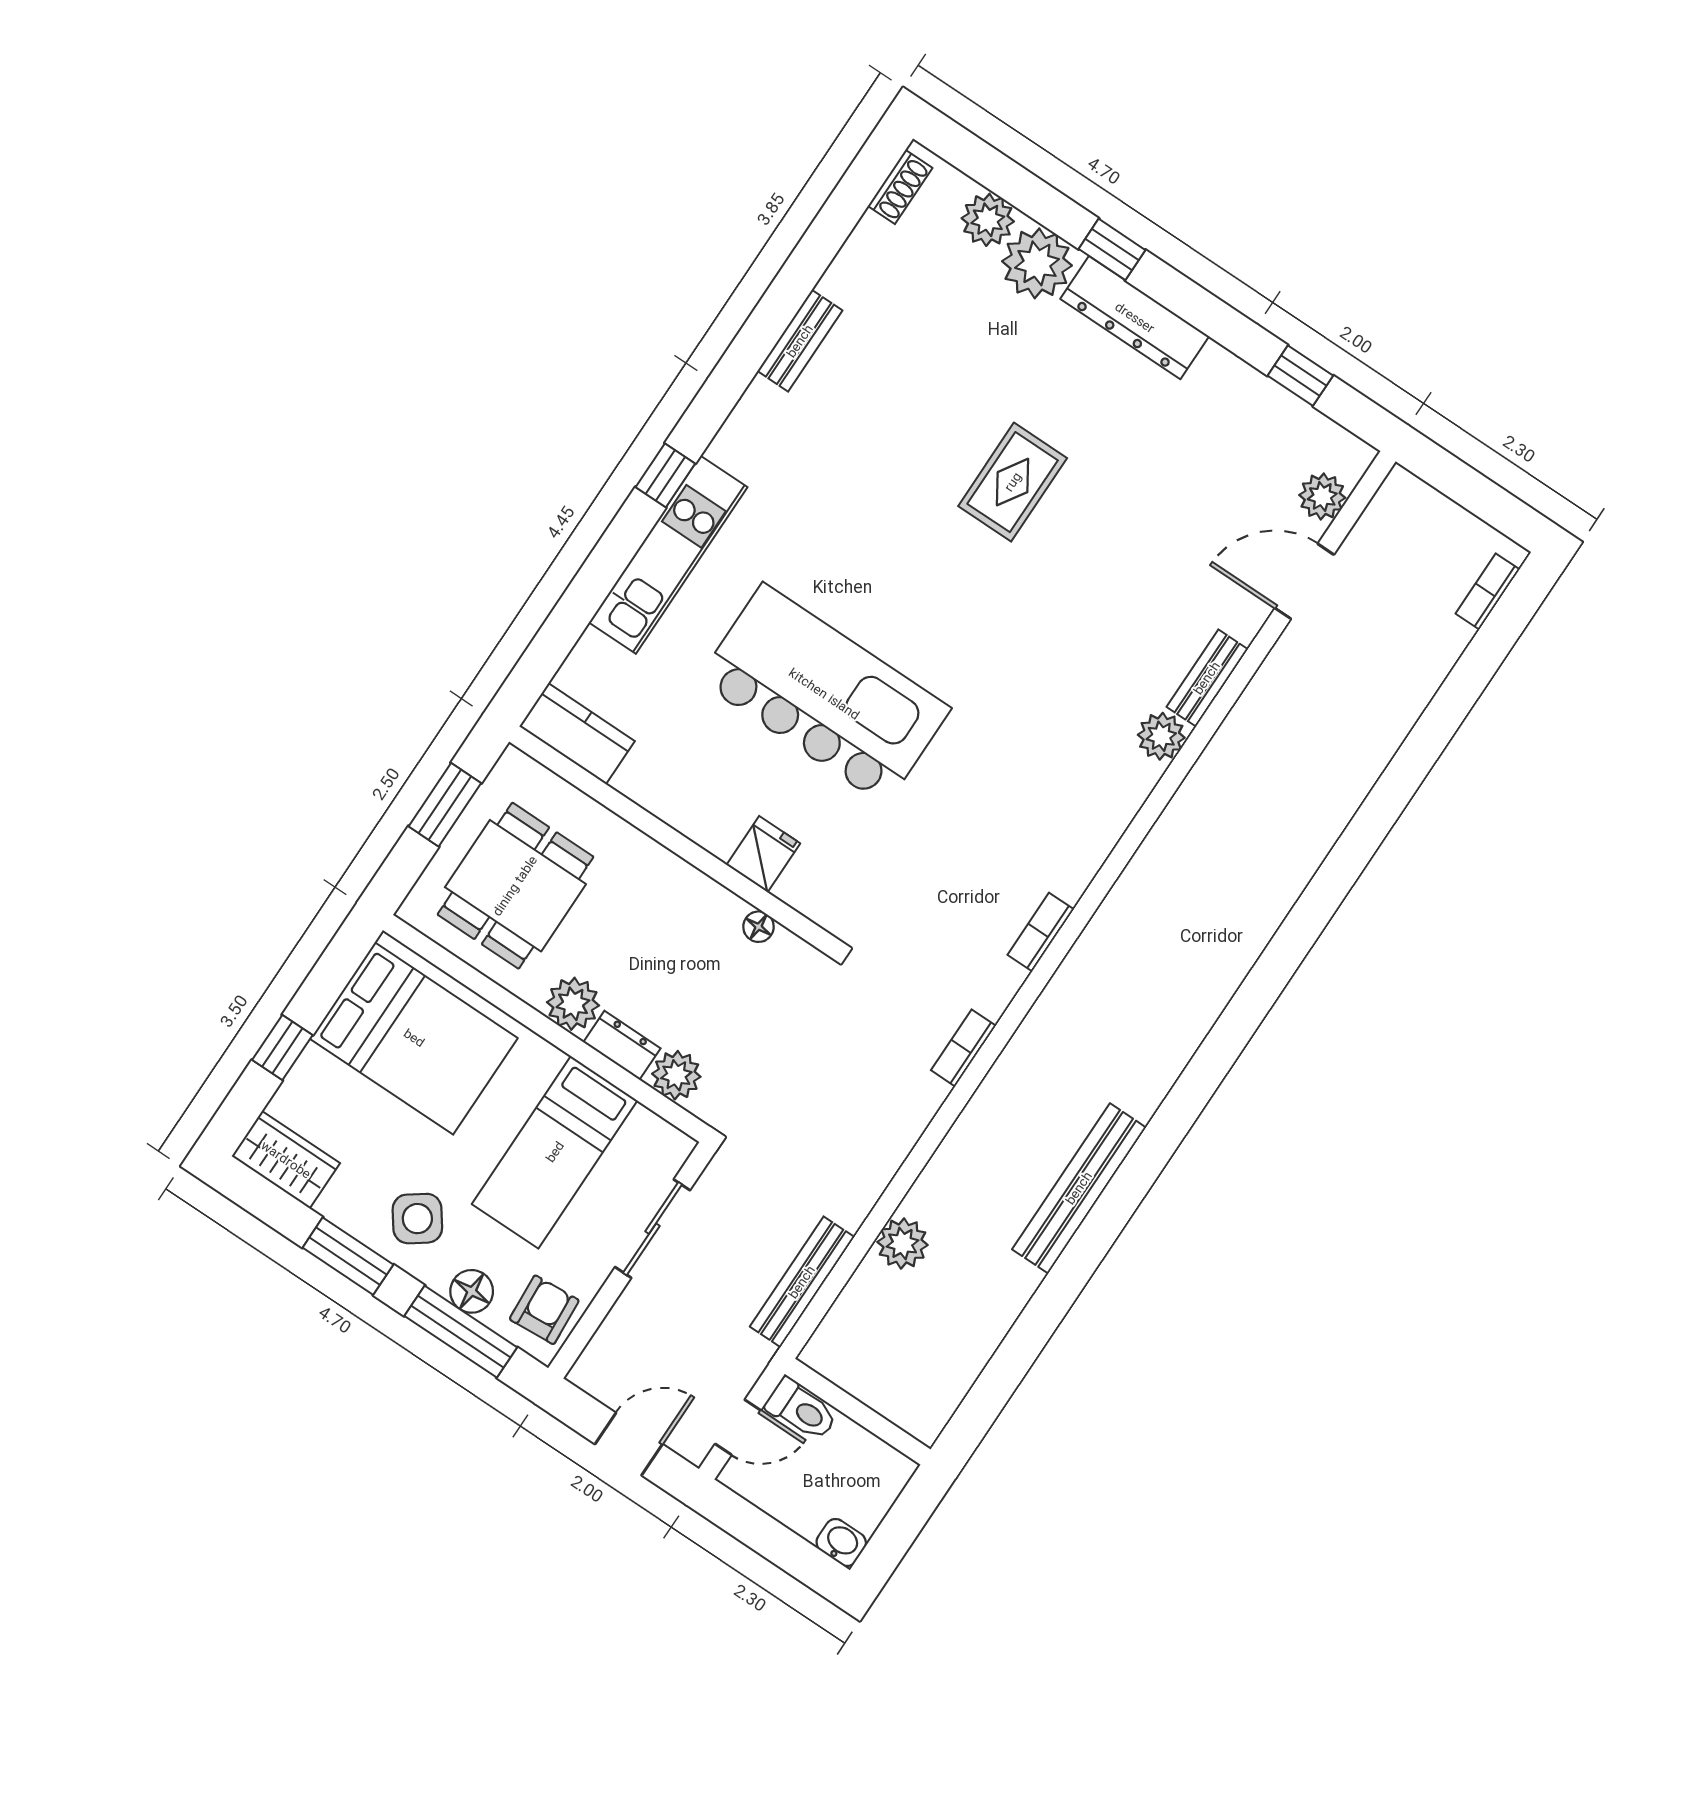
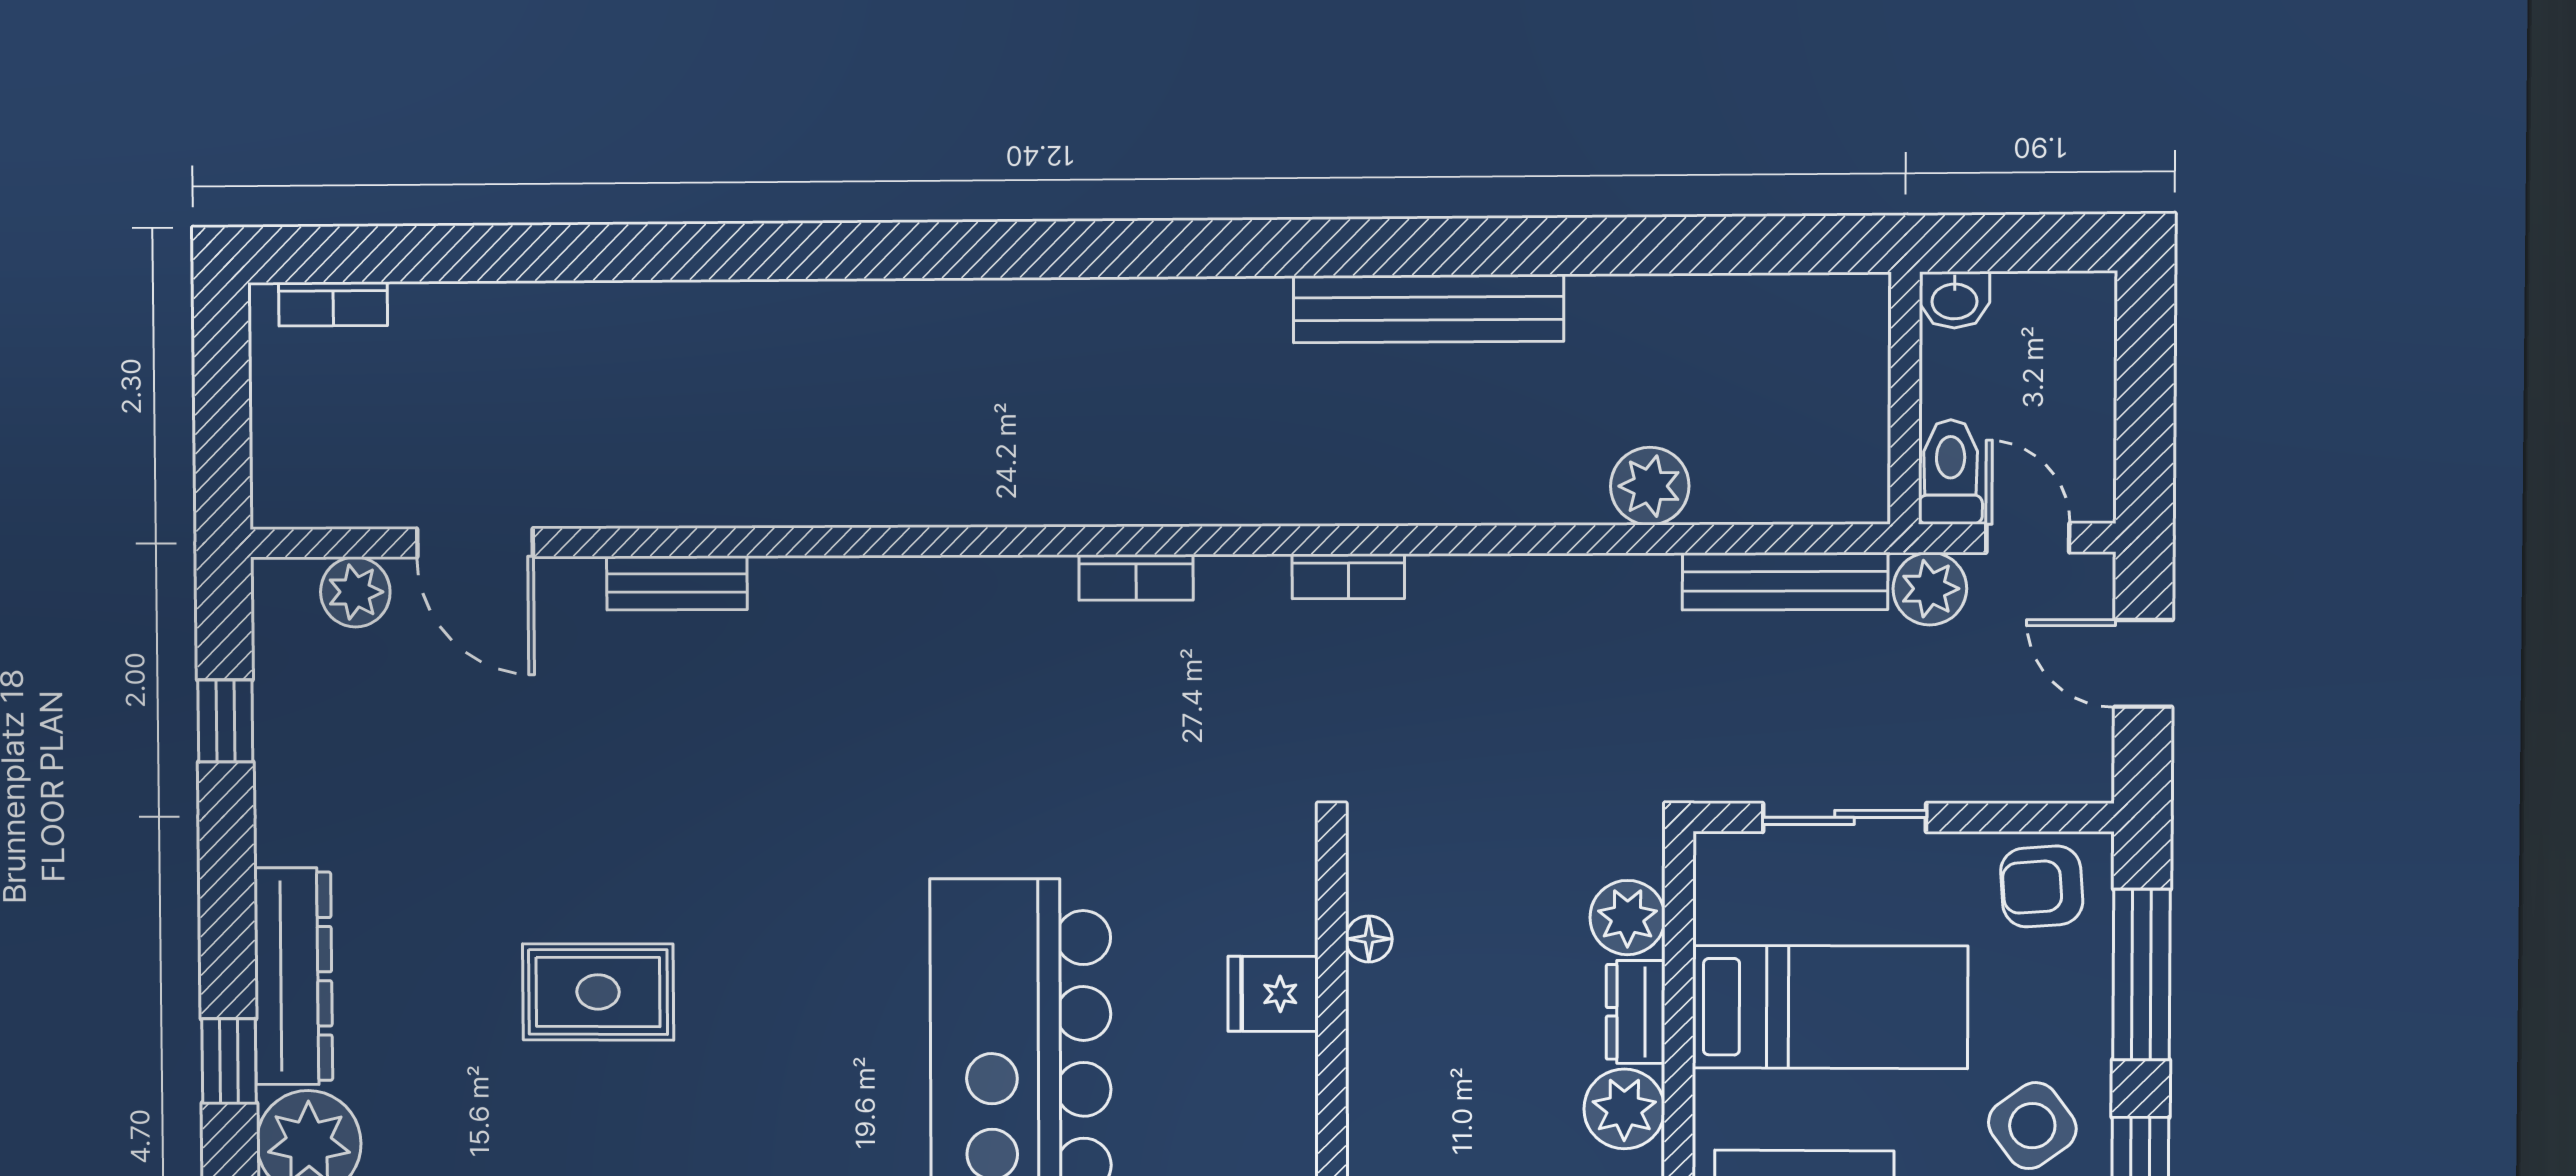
plant: (1161, 736) -> (1930, 589), moved
floor lamp: (472, 1291) -> (2080, 995), removed
washbasin: (841, 1542) -> (1954, 300), moved, turned -90

